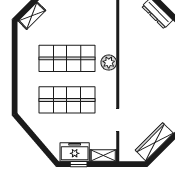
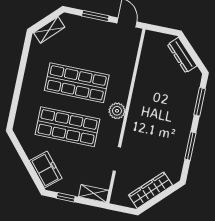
plant: (109, 63) -> (117, 111), moved
freezer: (75, 152) -> (46, 170), moved, turned 49

